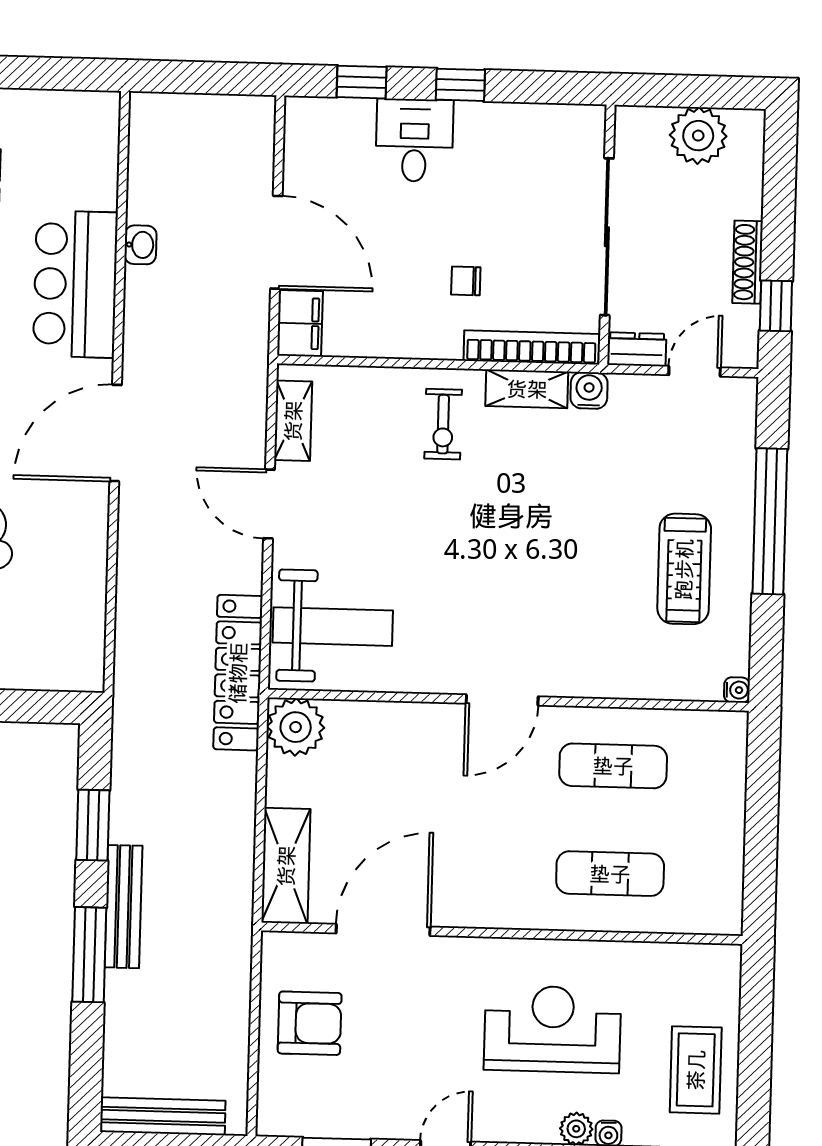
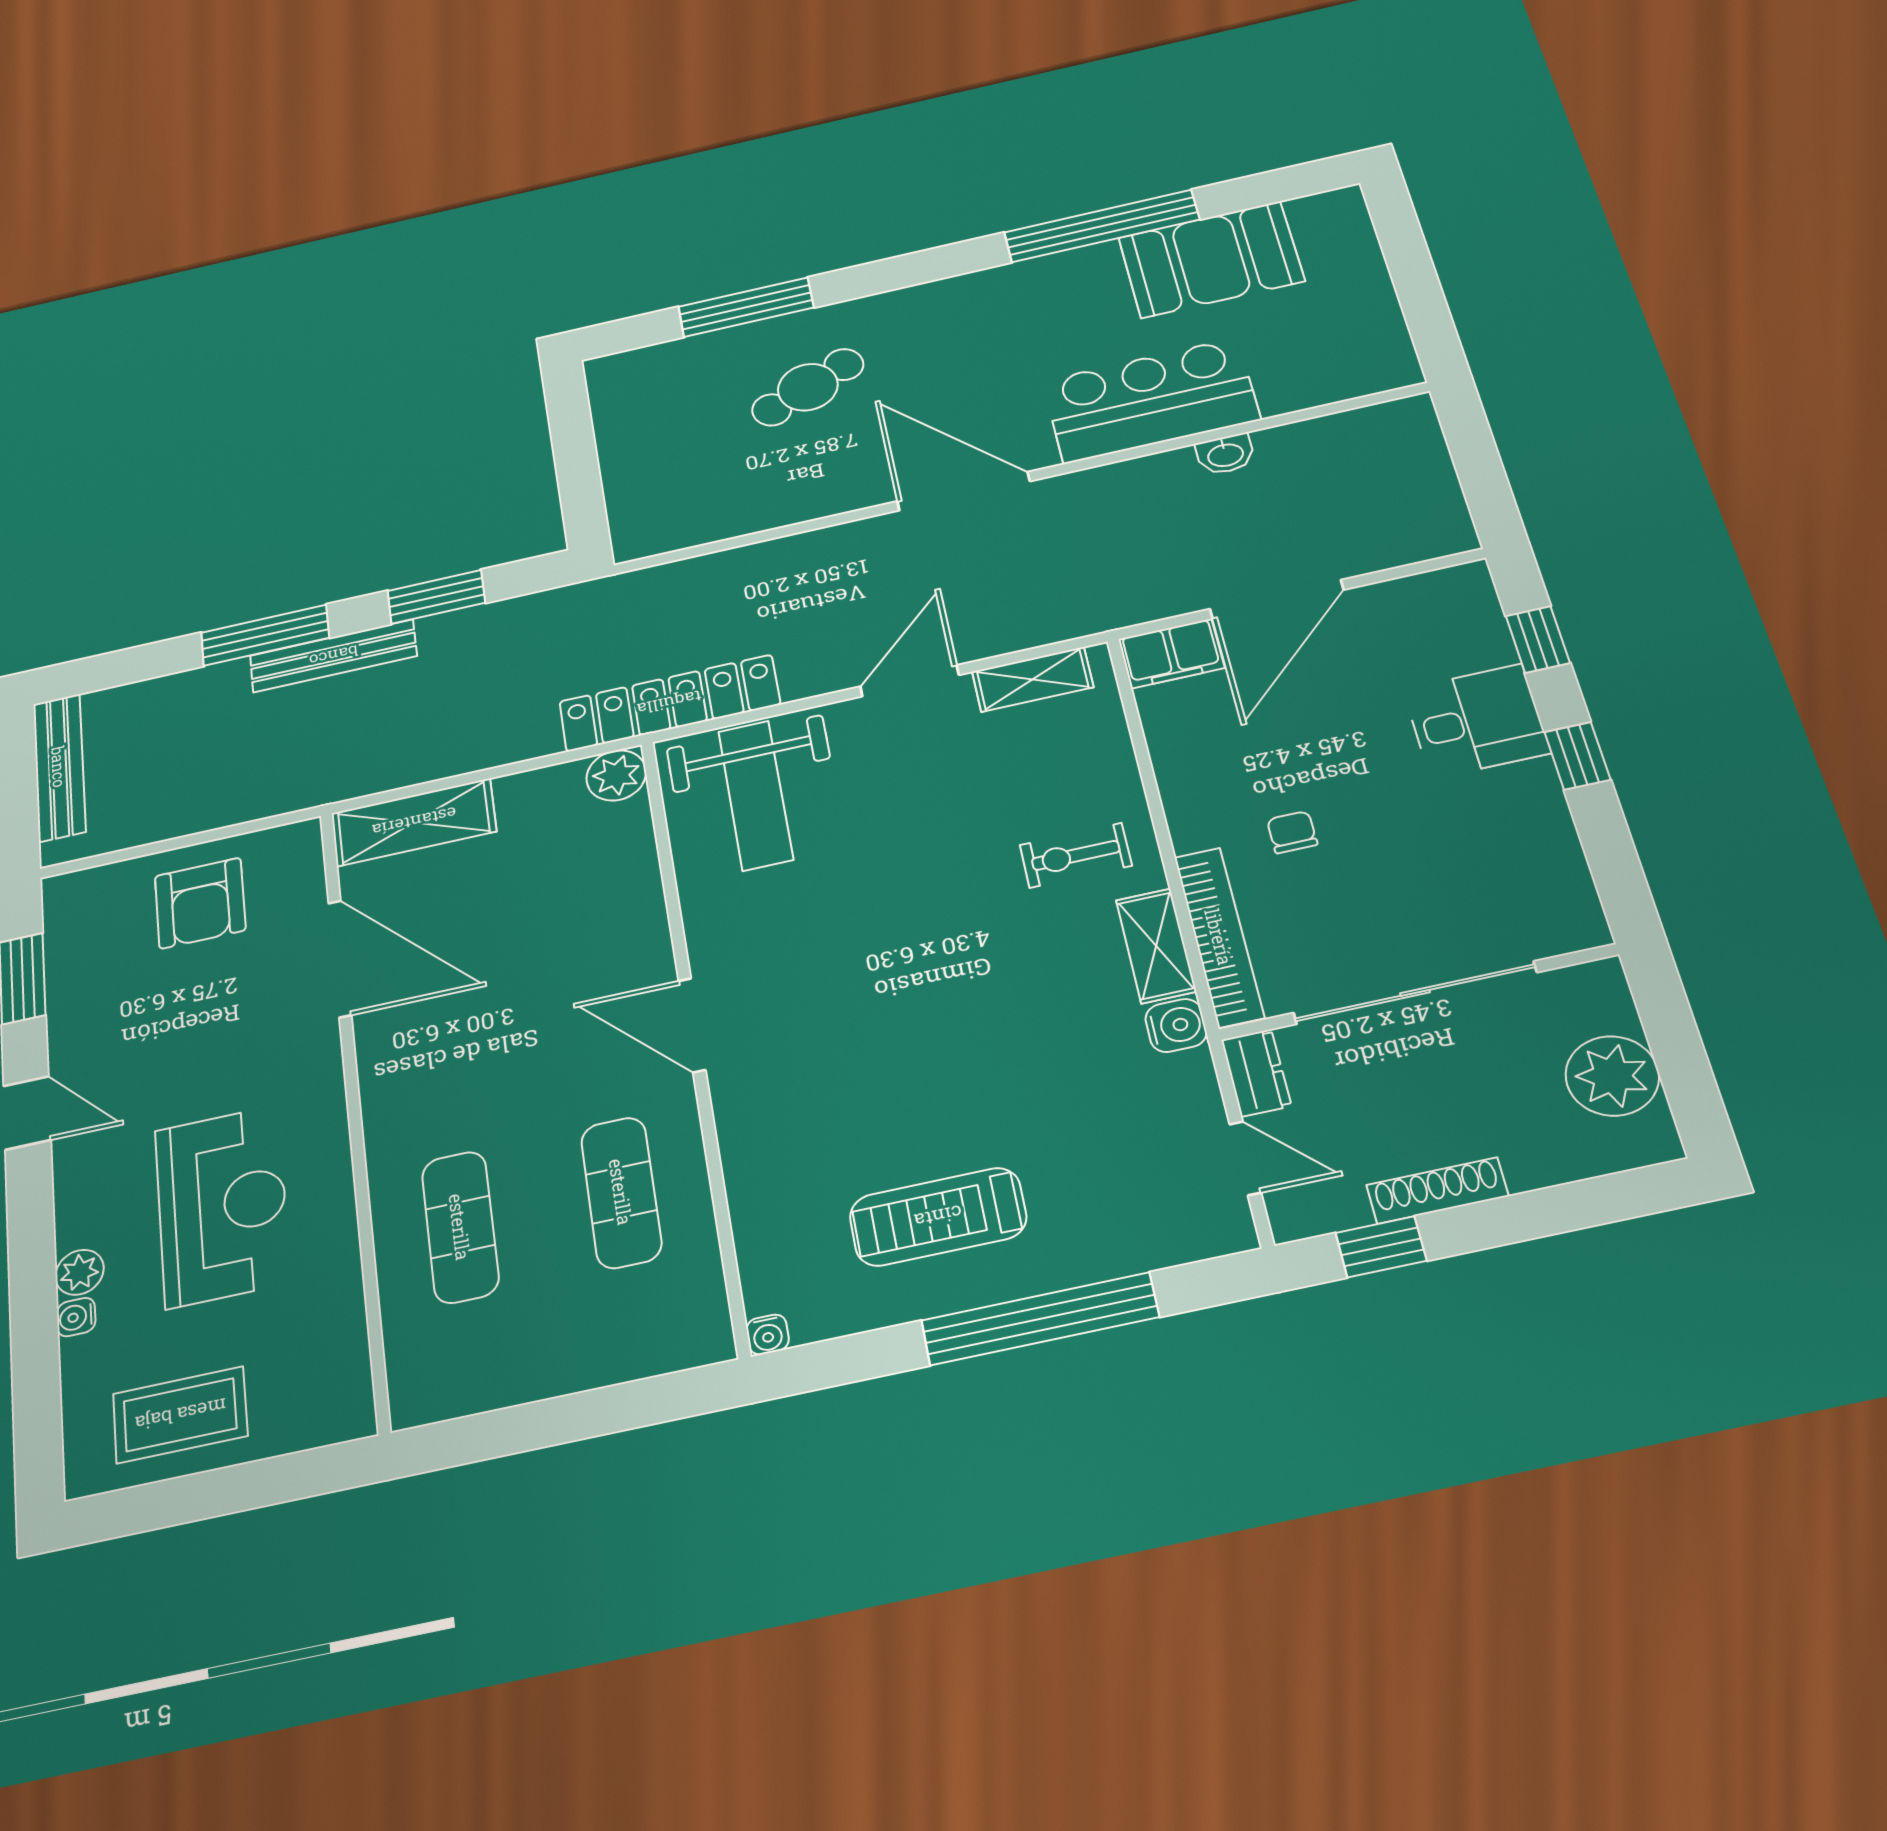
plant: (296, 727) -> (616, 775), width x0.73, depth x0.73

